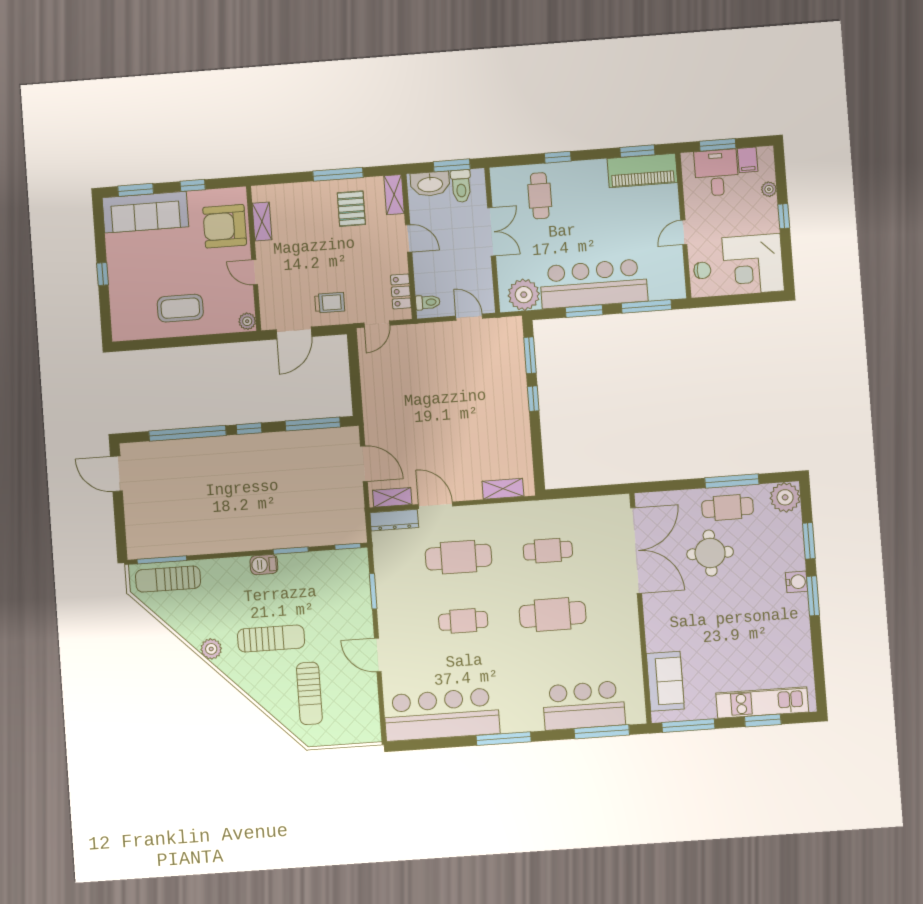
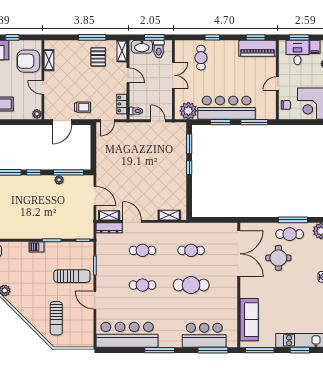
plant: (296, 439) -> (59, 180), added
cafe table: (459, 557) -> (143, 250), width x0.73, depth x0.74
sun lounger: (271, 639) -> (72, 276), moved
sofa: (665, 681) -> (249, 320), width x1.36

